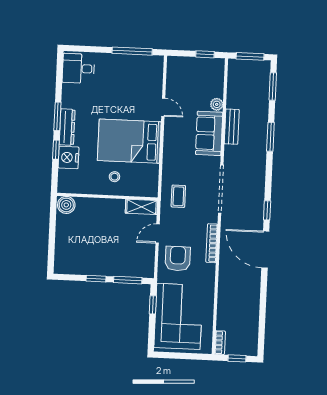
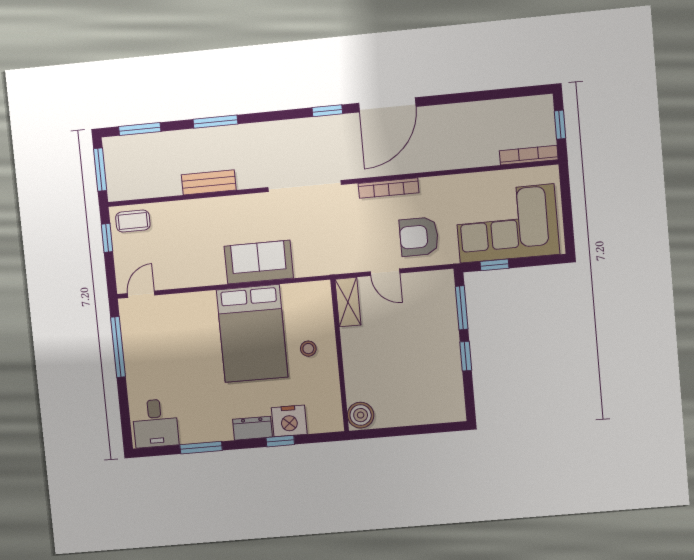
plant: (217, 104) -> (179, 210), removed
door: (163, 107) -> (141, 294), moved
window: (57, 116) -> (201, 448), moved
dresser: (67, 127) -> (252, 428), width x0.70
sofa: (209, 133) -> (259, 262), moved, turned 180
coffee table: (178, 196) -> (133, 221), moved
bookcase: (220, 343) -> (529, 155), width x1.56

